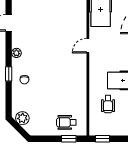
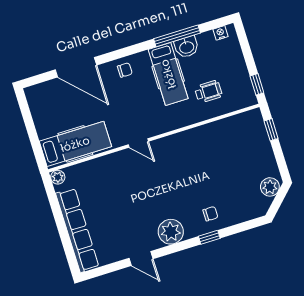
plant: (16, 53) -> (171, 232), width x1.88, depth x1.88
plant: (22, 118) -> (270, 187), moved
wheelchair: (66, 122) -> (250, 140), removed

